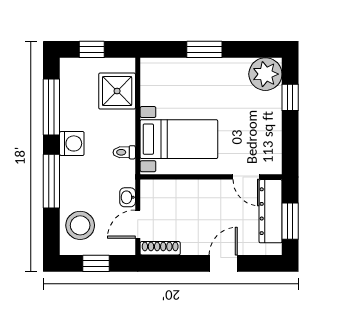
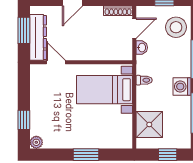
plant: (265, 74) -> (36, 142), width x0.53, depth x0.53

